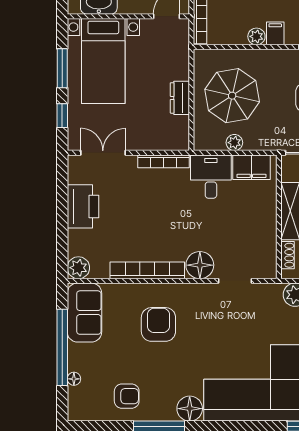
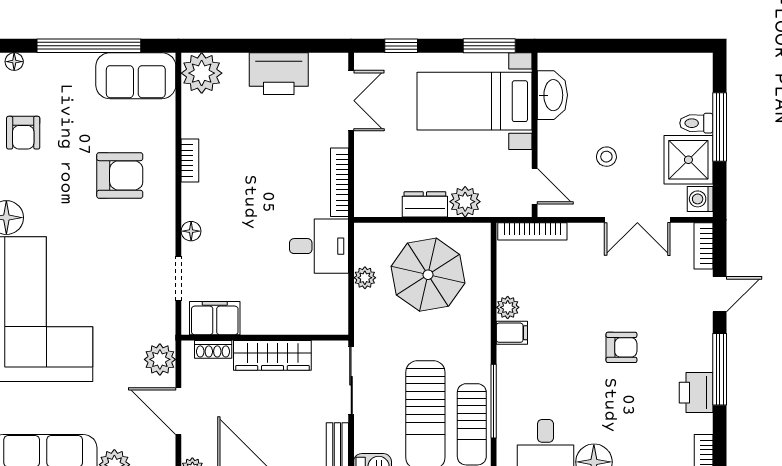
window: (62, 68) -> (489, 46), moved
plant: (178, 68) -> (465, 202), added
filing cabinet: (251, 167) -> (215, 318), moved, turned 90
floor lamp: (200, 265) -> (191, 231), width x0.53, depth x0.53
plant: (78, 268) -> (202, 73), width x1.36, depth x1.36
bookcase: (147, 270) -> (190, 160), width x0.43, depth x0.76
floor lamp: (74, 379) -> (14, 62), moved

